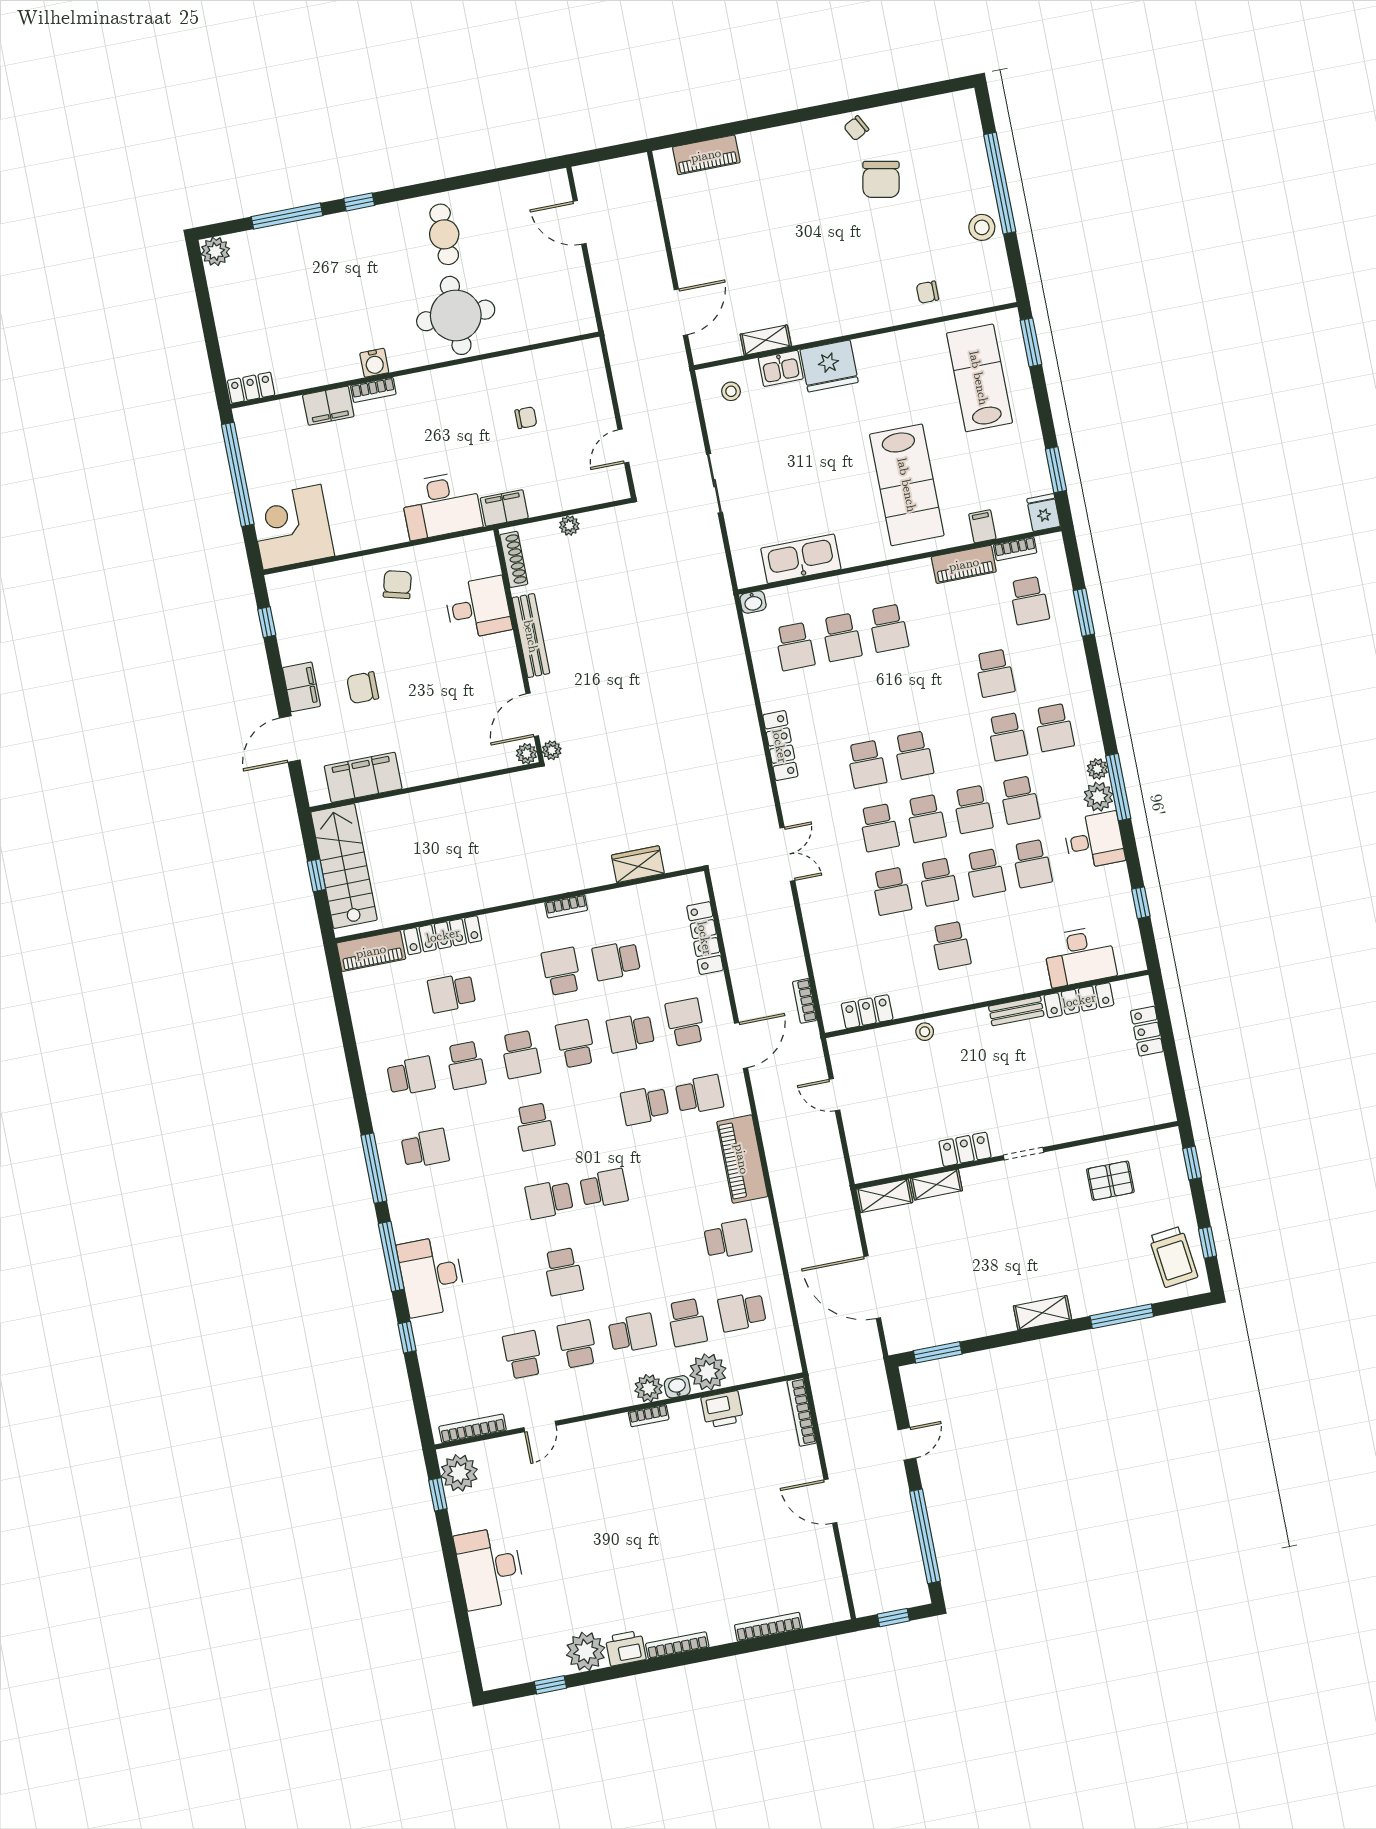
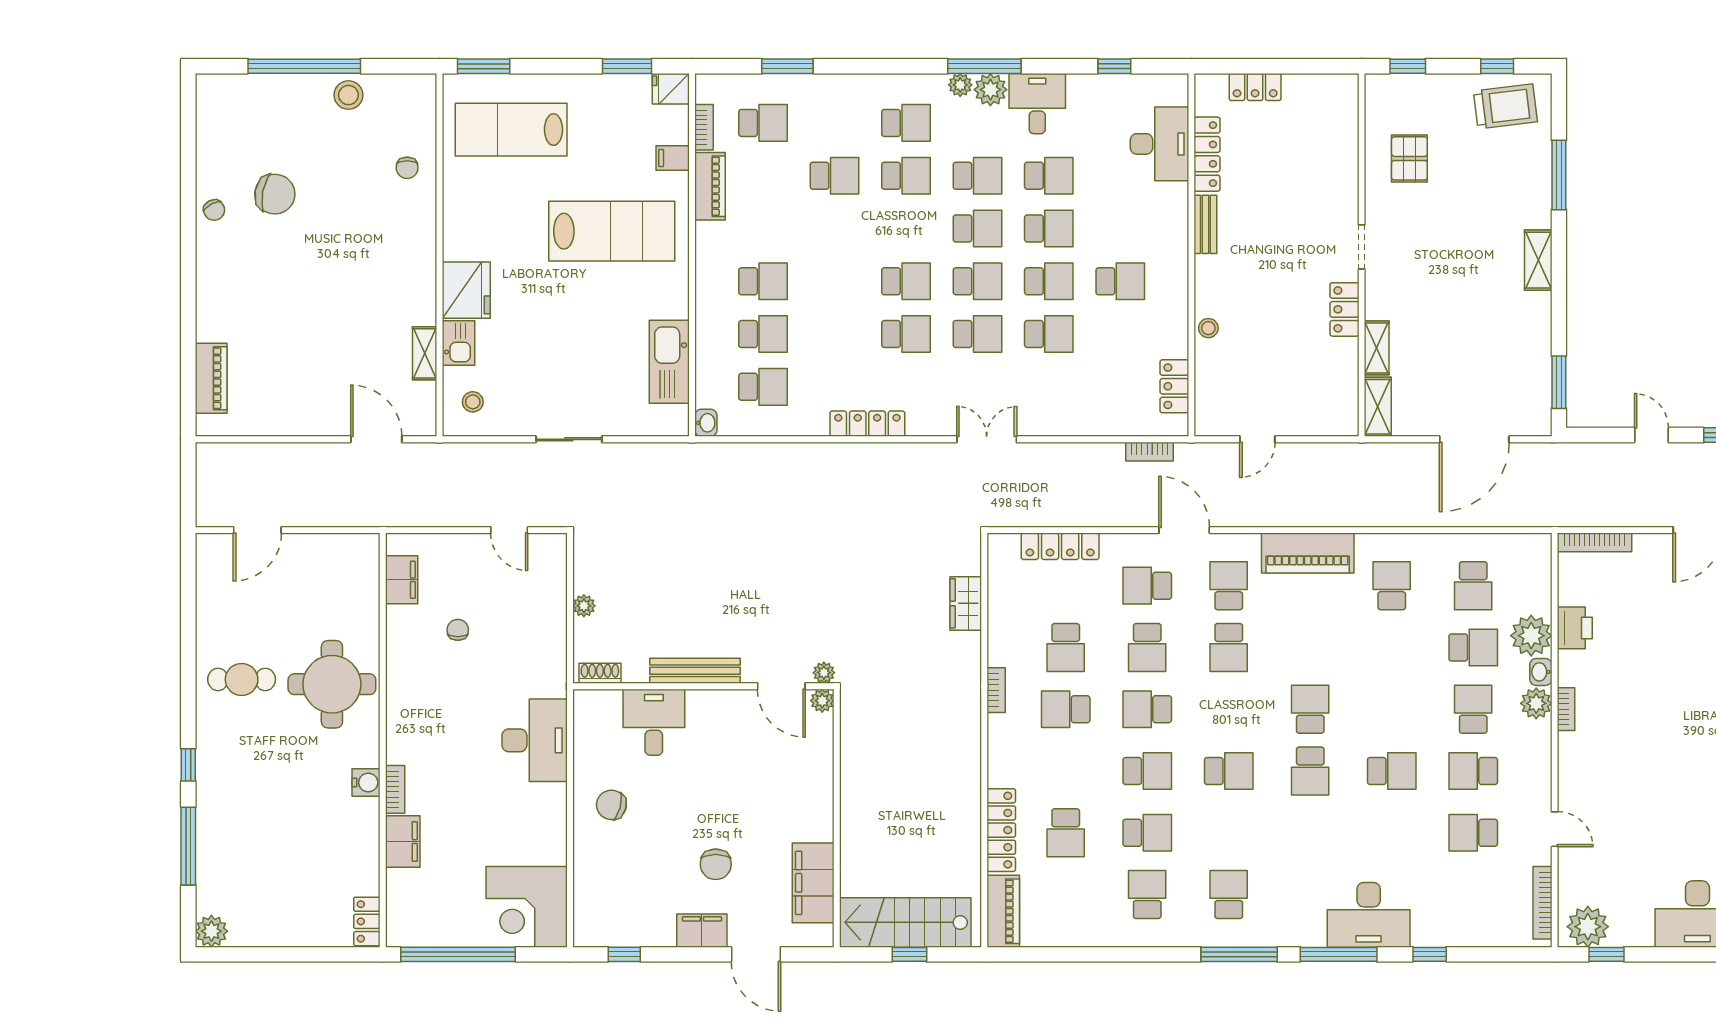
filing cabinet: (504, 508) -> (402, 580), moved, turned 180
shoe rack: (514, 559) -> (600, 673), width x0.70

